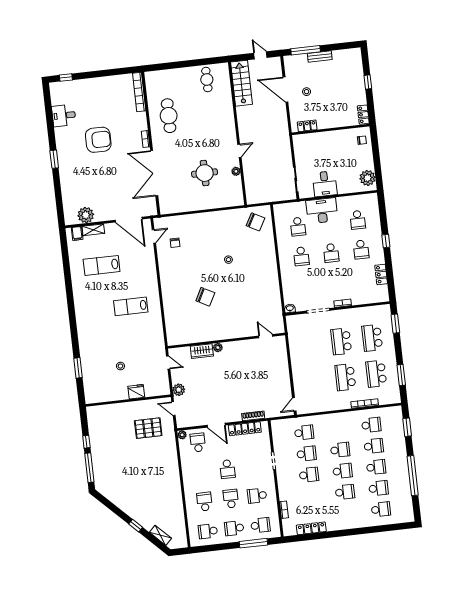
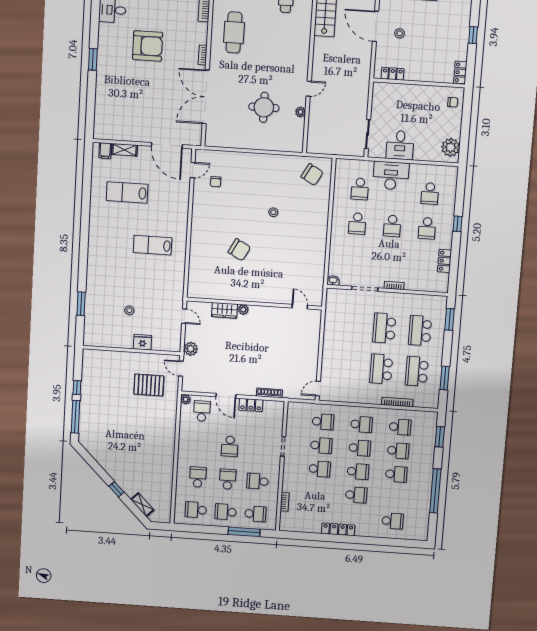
plant: (86, 215) -> (119, 131), removed
locker: (245, 429) -> (251, 405), width x0.66
school desk: (378, 488) -> (361, 424), moved
locker: (311, 528) -> (338, 529), moved

